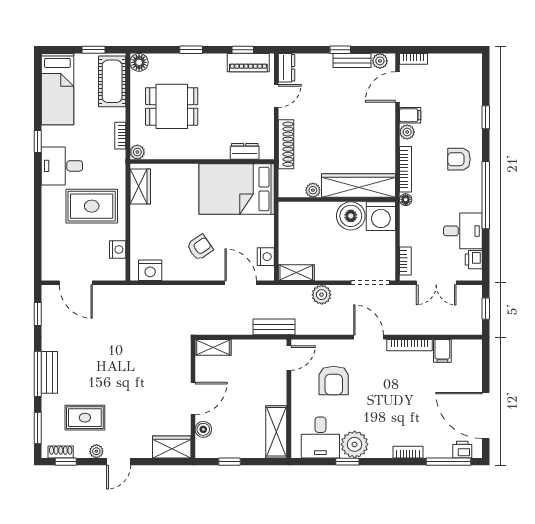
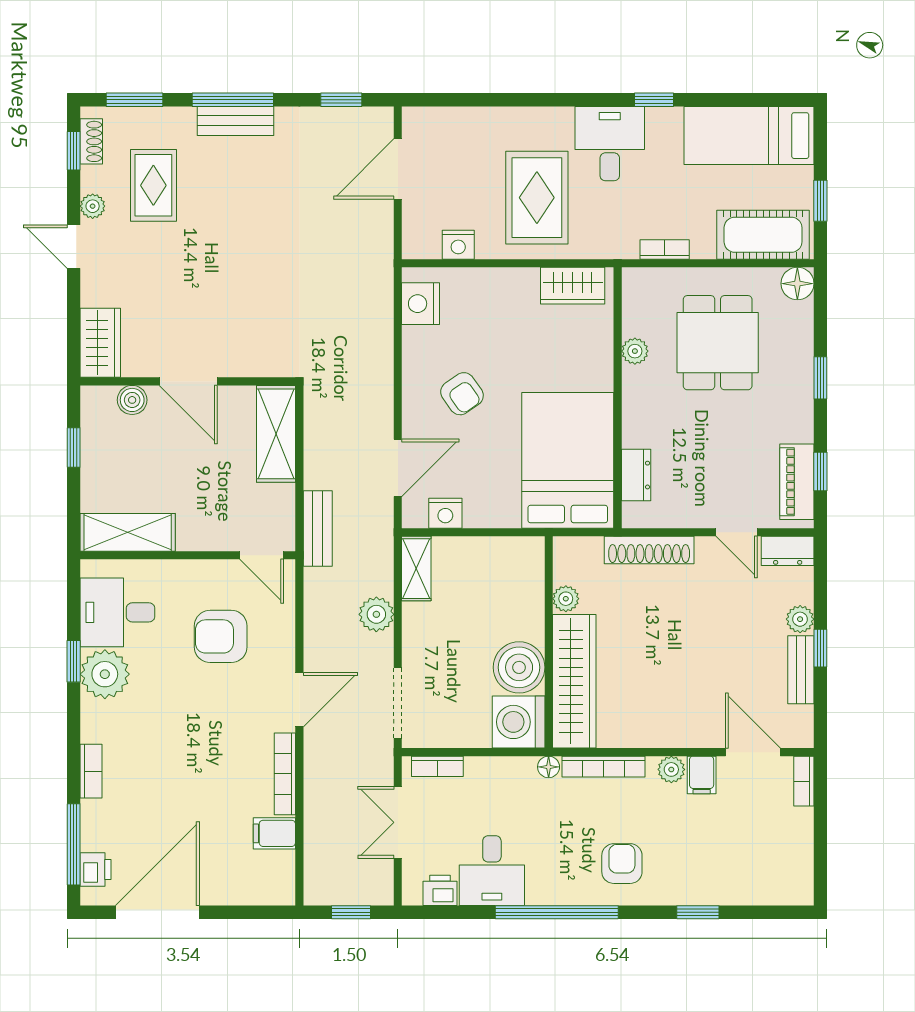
plant: (380, 61) -> (800, 619), moved
plant: (137, 152) -> (635, 351), moved
shelving: (213, 347) -> (276, 434), width x1.50, depth x1.33

